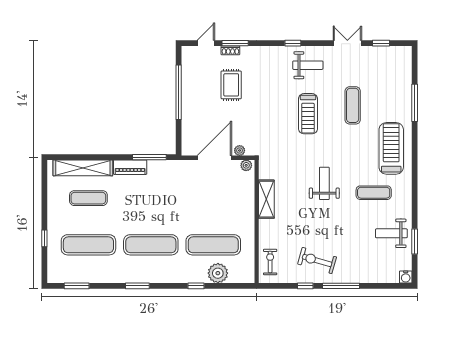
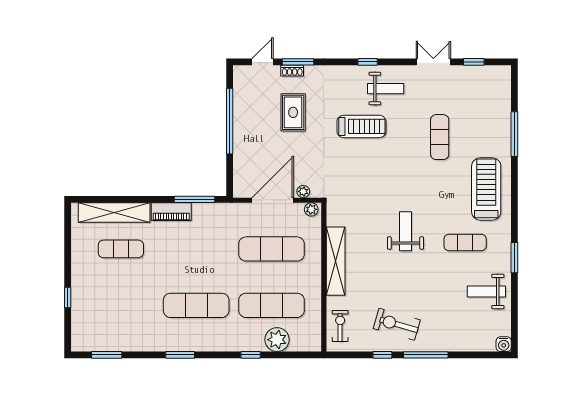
treadmill: (308, 114) -> (361, 126), moved, turned -90
shelving: (266, 199) -> (336, 261), width x1.47
window: (415, 241) -> (514, 258), moved
exercise mat: (88, 245) -> (271, 249), moved

